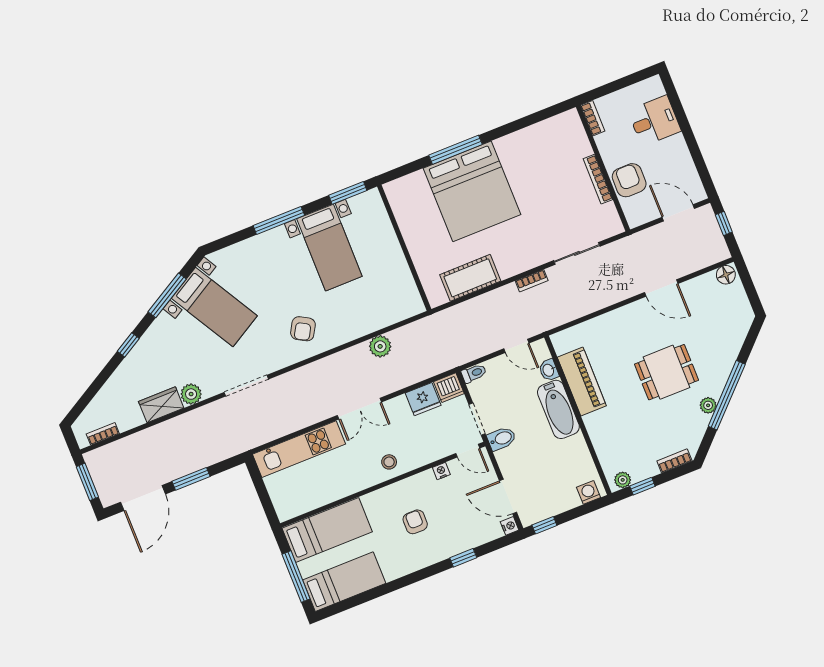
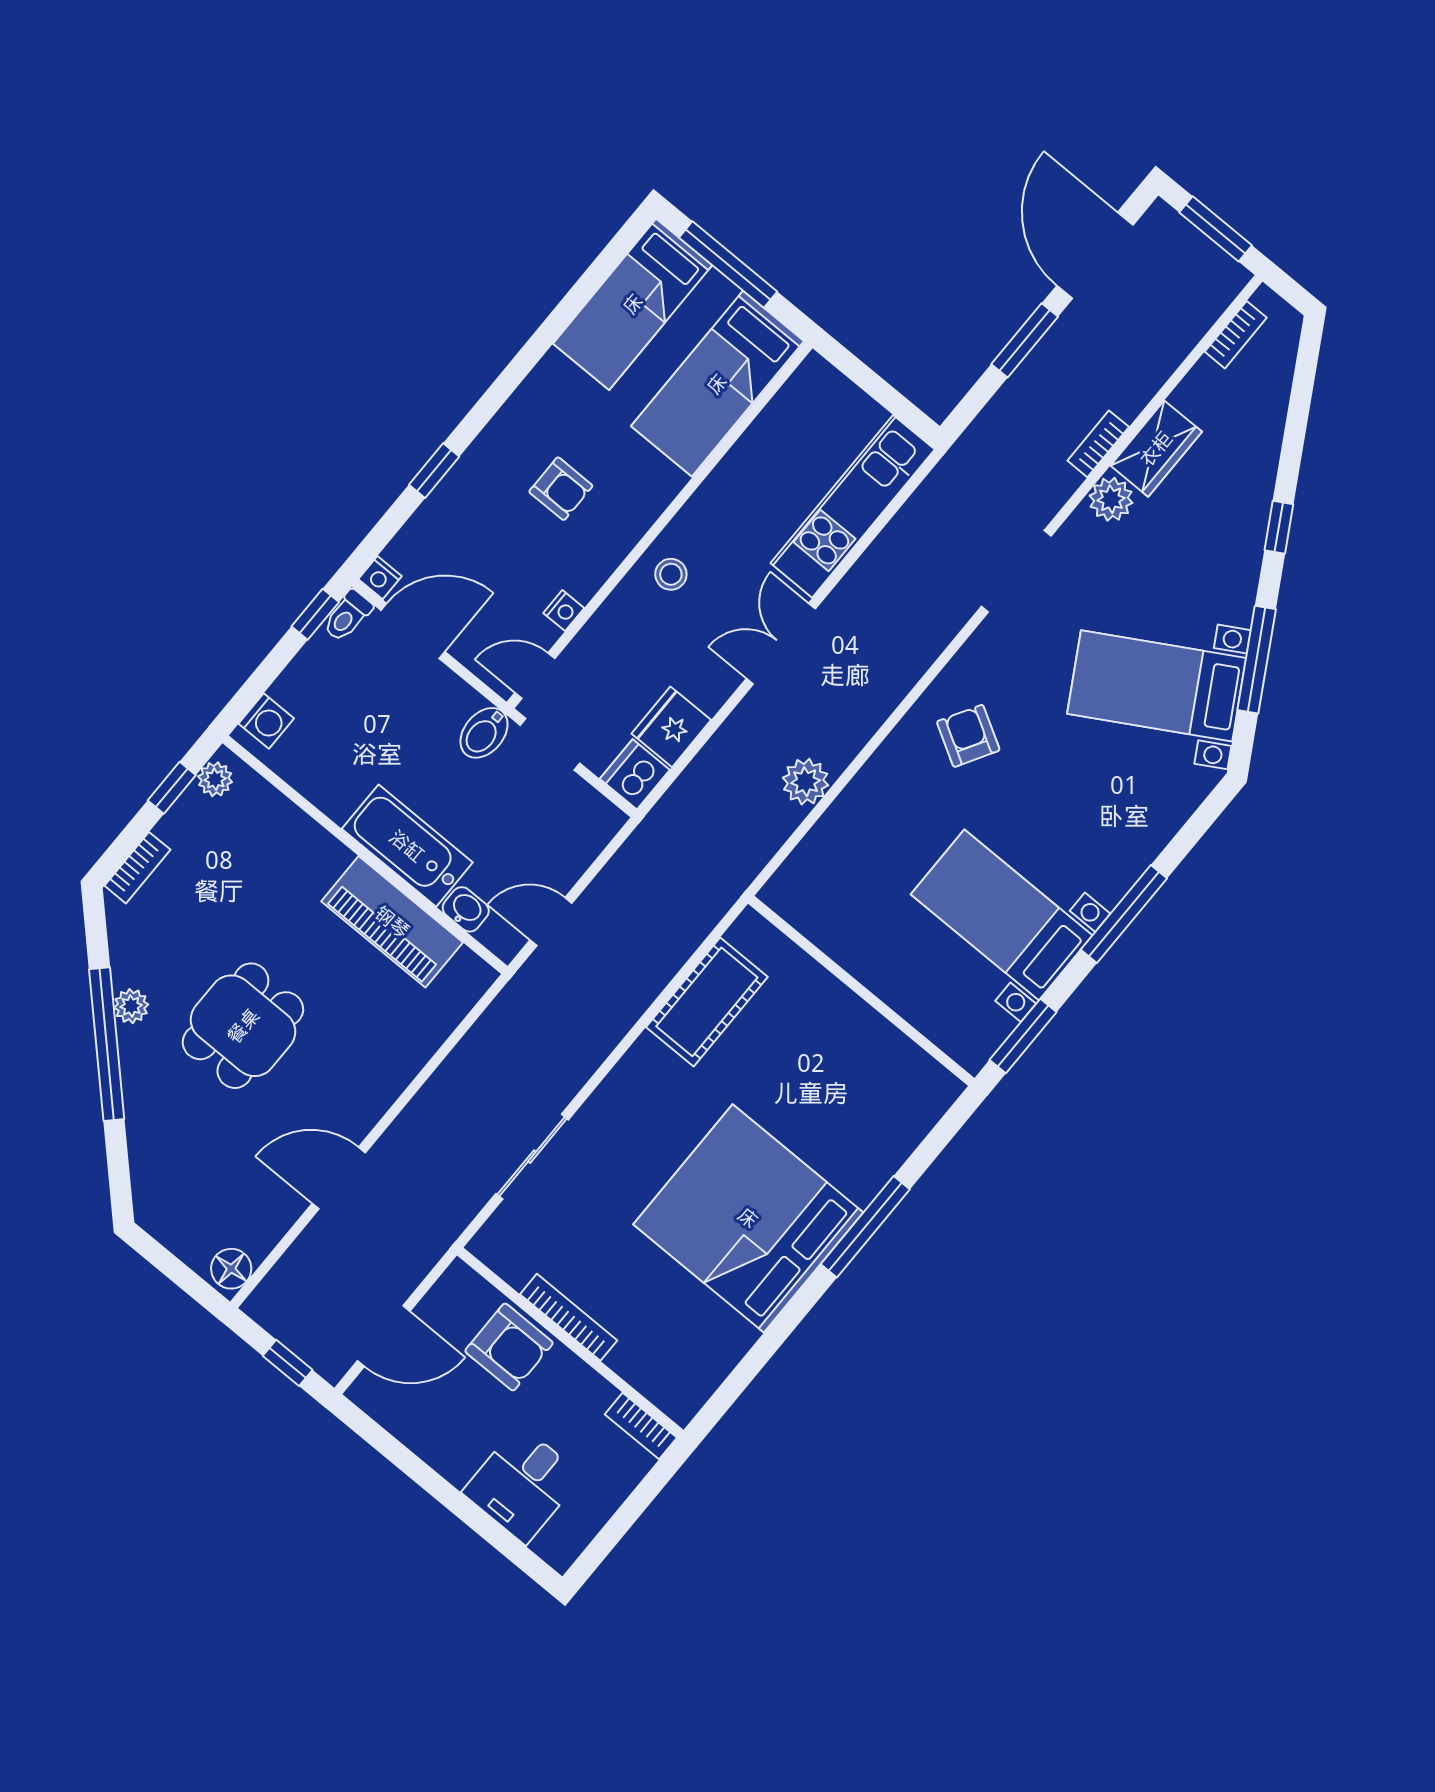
bed: (472, 191) -> (748, 1218), moved
bookcase: (532, 281) -> (1098, 444), moved
toilet: (474, 373) -> (348, 616), moved

